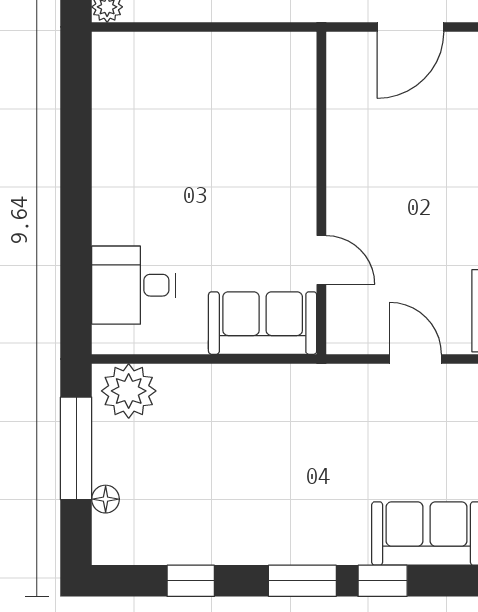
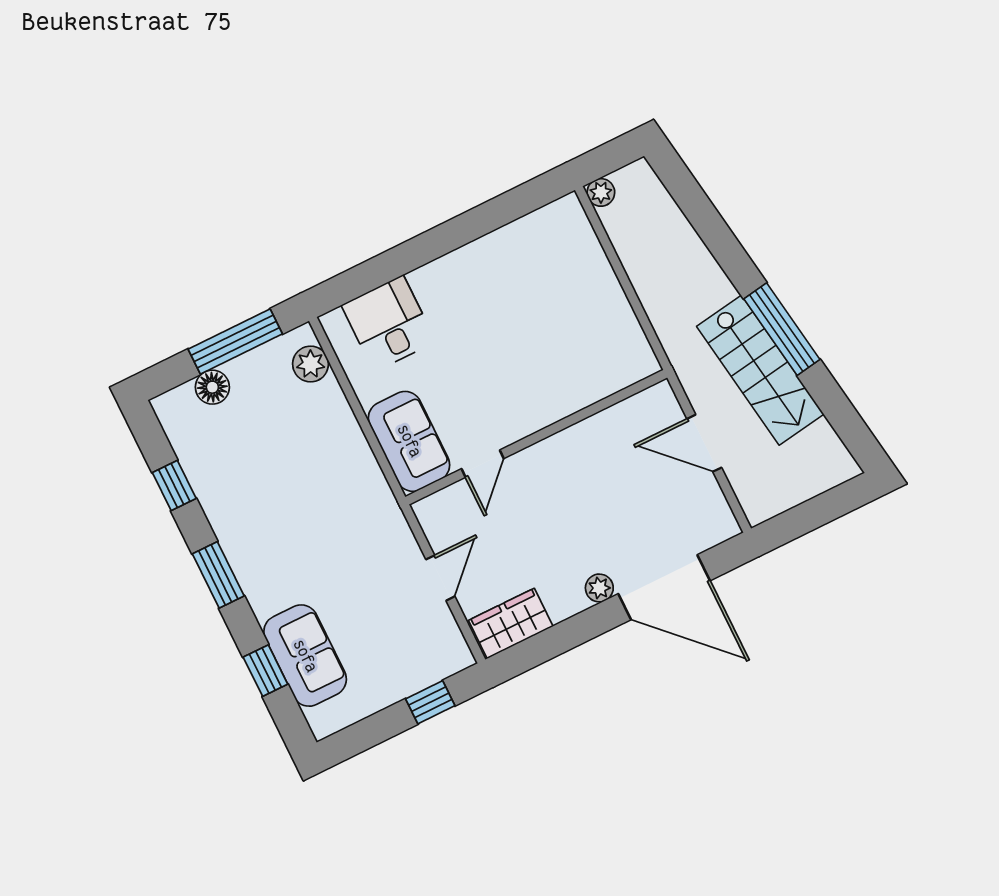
plant: (129, 391) -> (311, 364), width x0.73, depth x0.73
floor lamp: (106, 499) -> (212, 387), width x1.37, depth x1.37
window: (383, 581) -> (265, 671), moved

